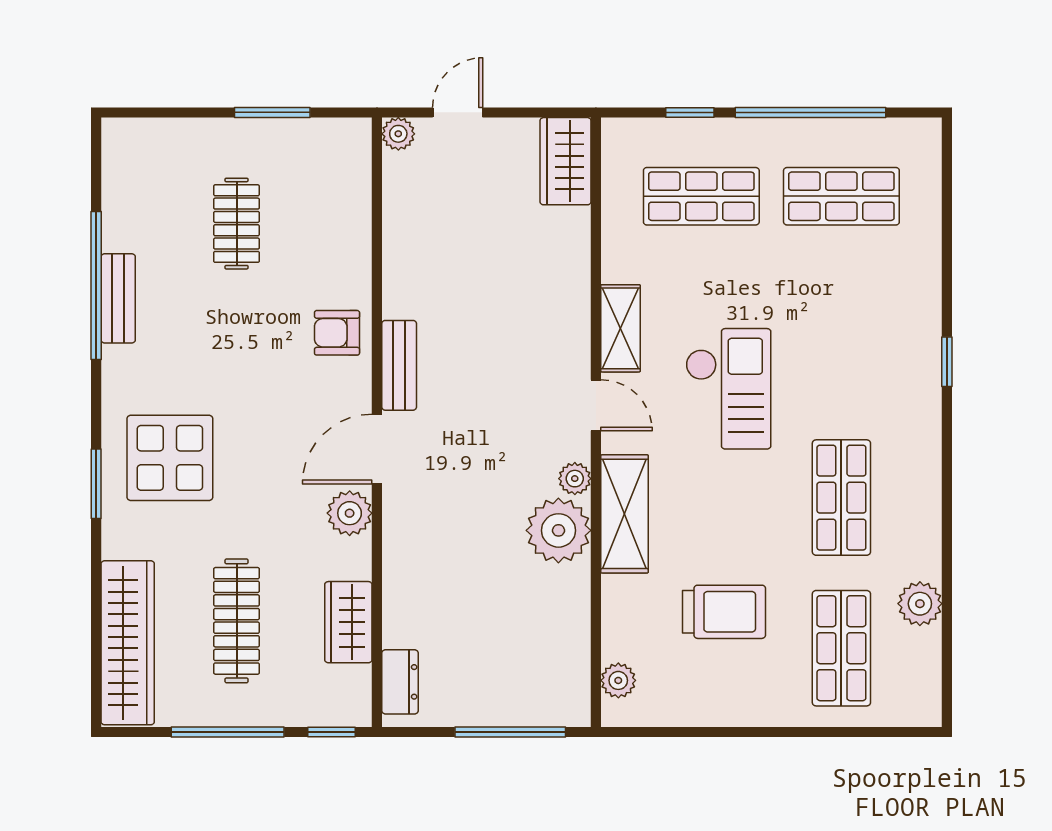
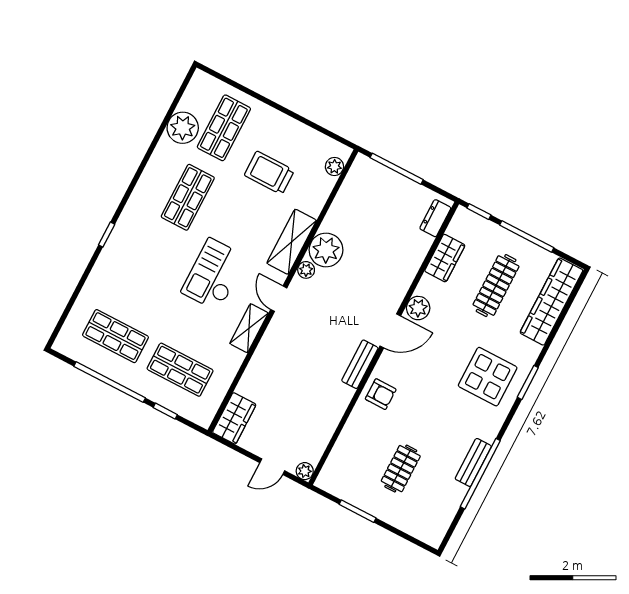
plant: (920, 604) -> (183, 128), width x1.36, depth x1.36

